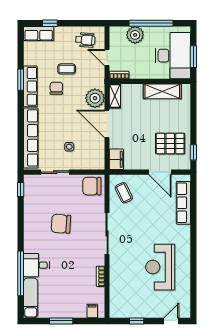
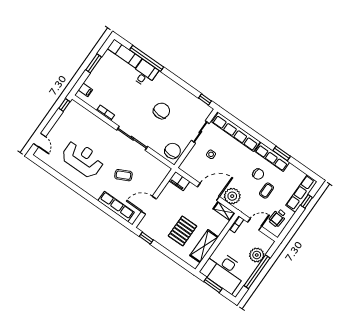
row of seats: (39, 33) -> (301, 194), width x1.48
pallet: (170, 144) -> (183, 231), moved
coffee table: (124, 193) -> (123, 175), moved
window: (137, 321) -> (64, 105), moved

